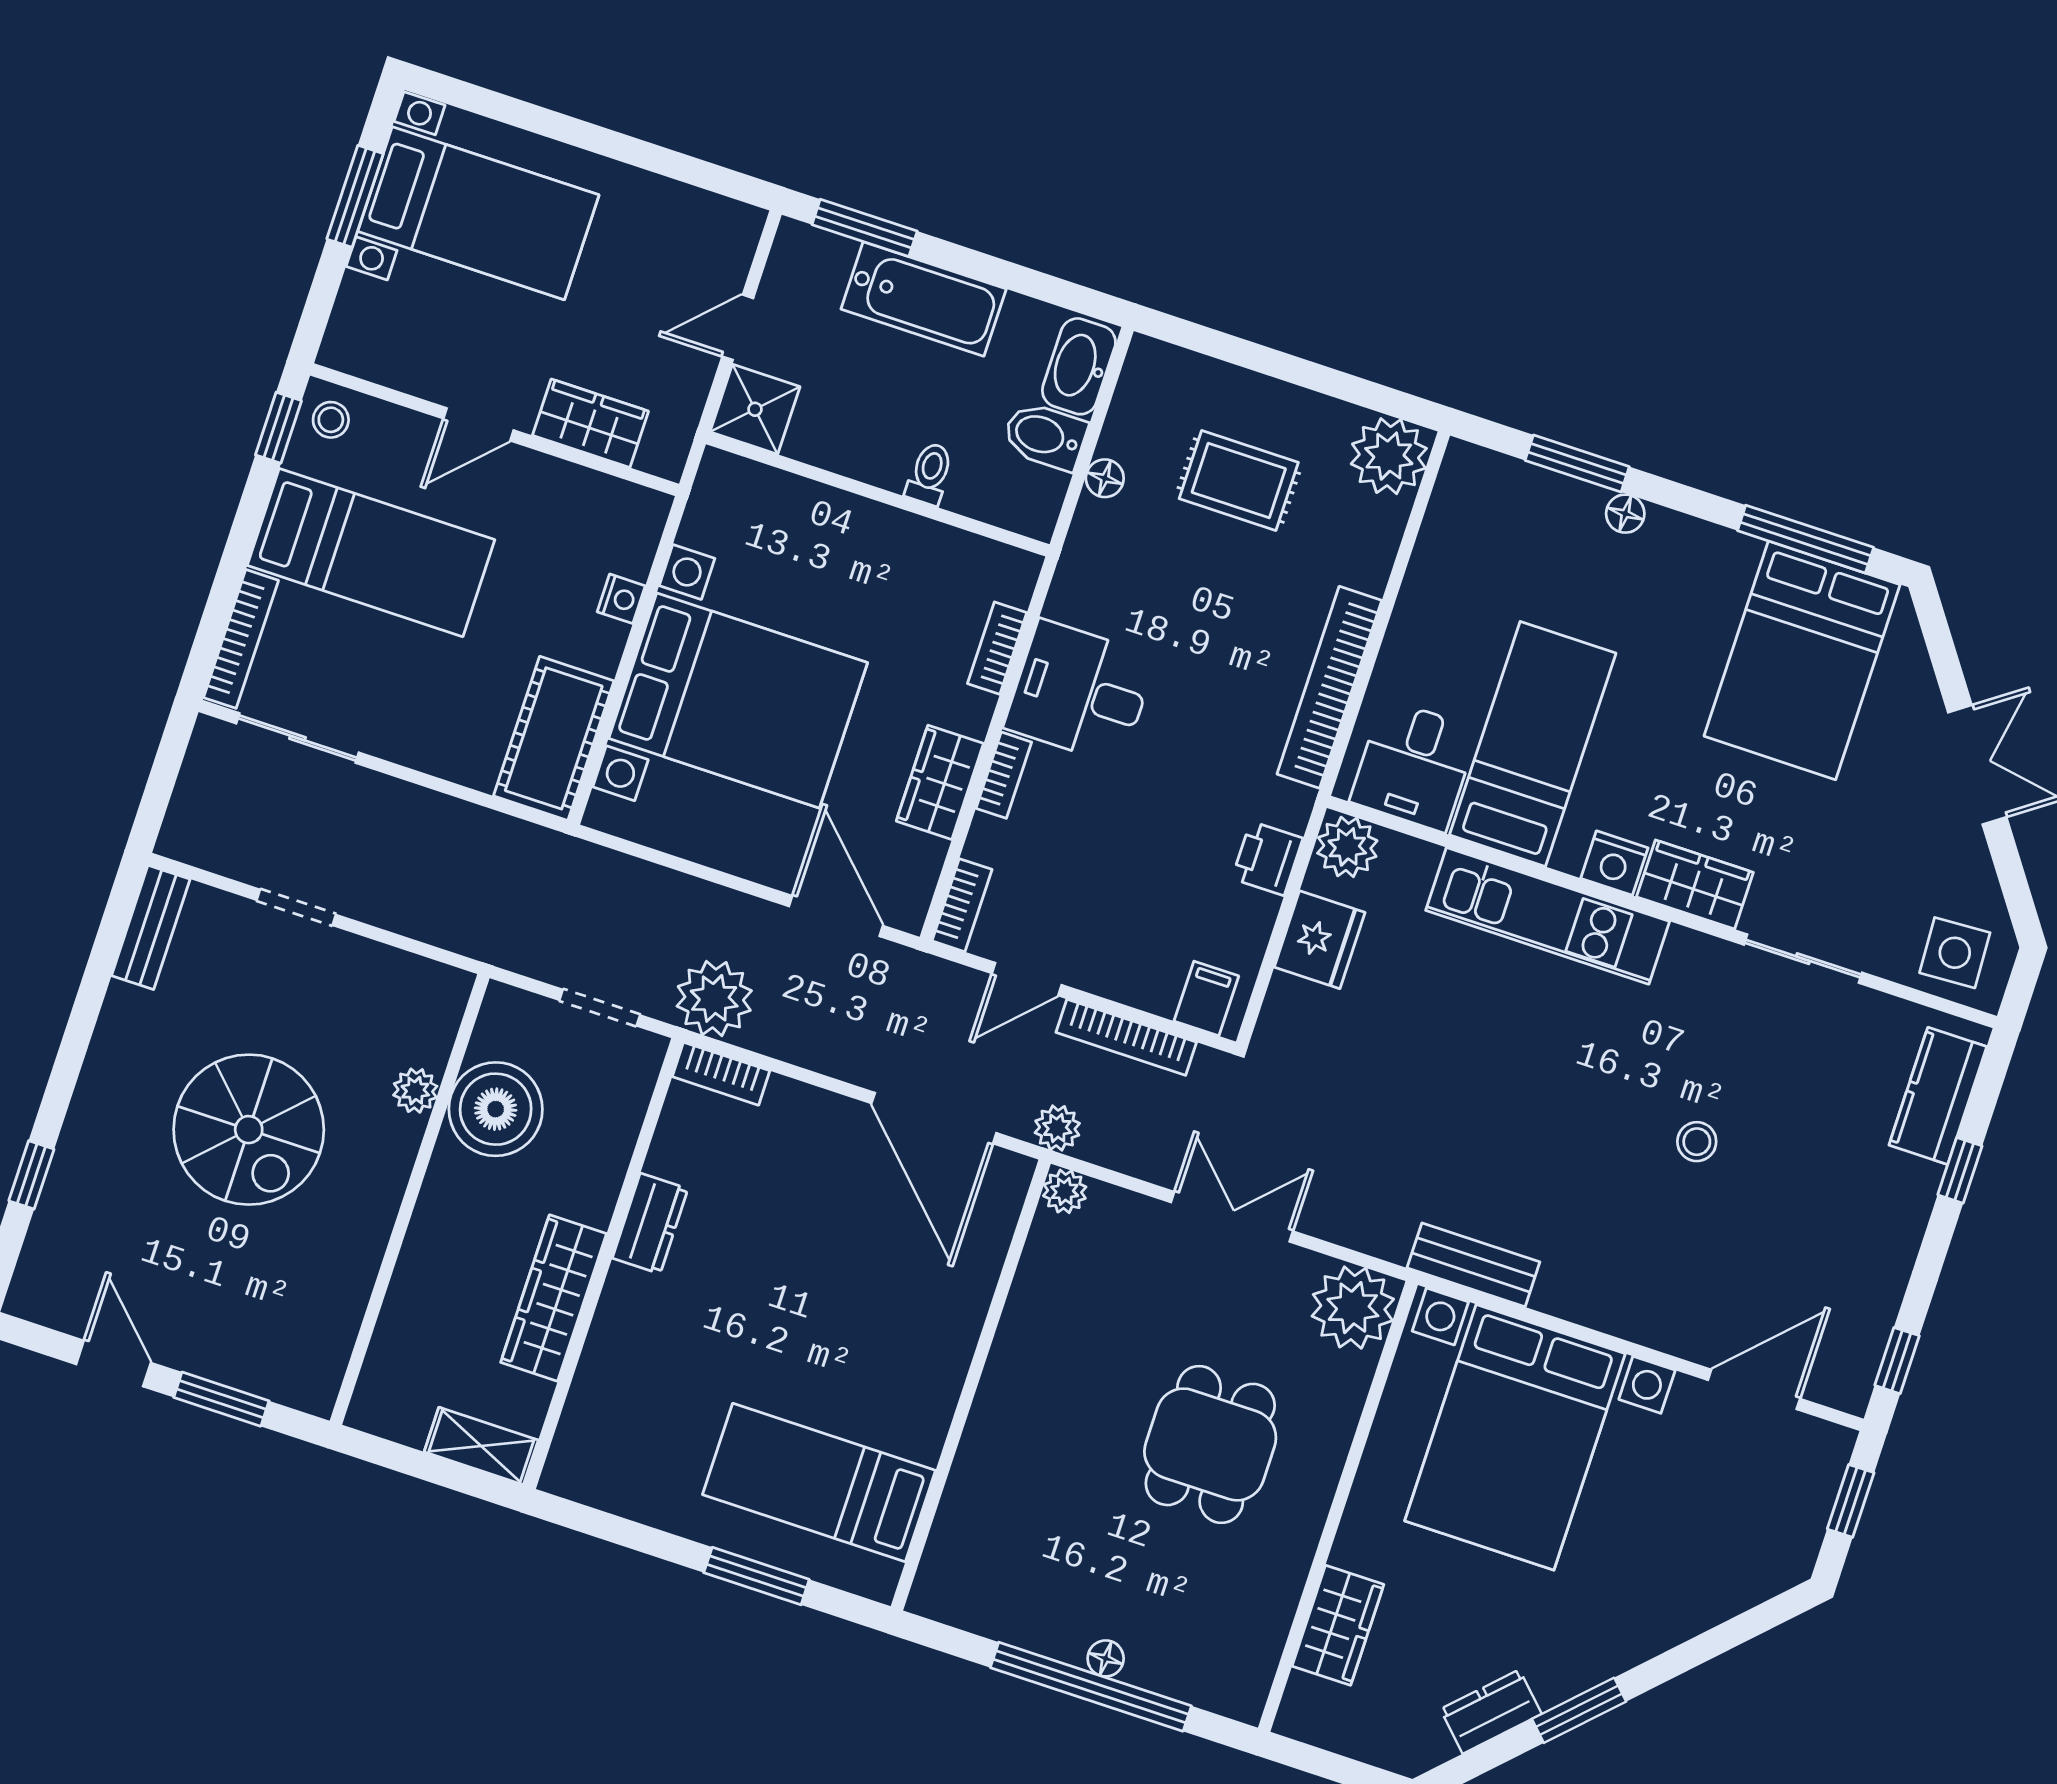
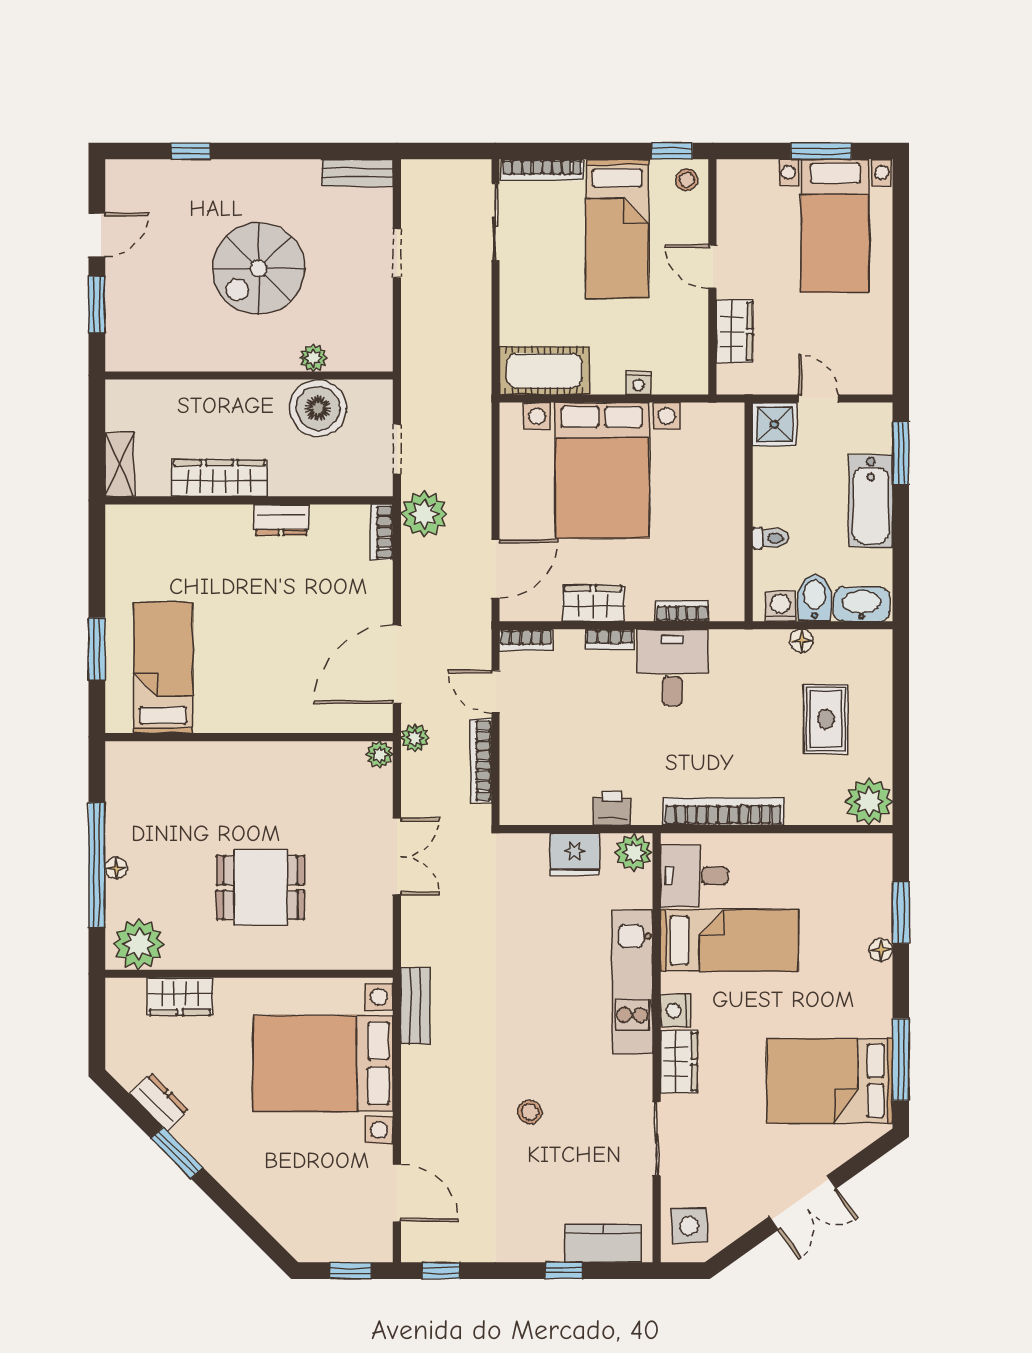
washing machine: (1041, 493) -> (781, 606), added
filing cabinet: (1206, 998) -> (519, 800), removed
plant: (1353, 1308) -> (139, 944), moved

